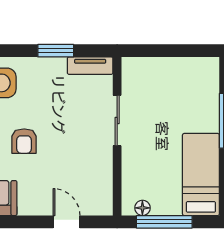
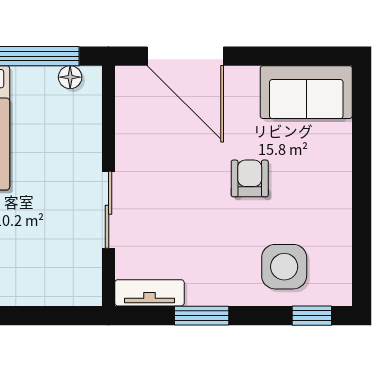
door: (66, 222) -> (185, 56), width x1.87

